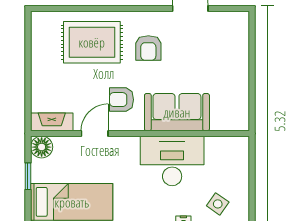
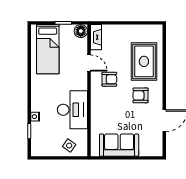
armchair: (121, 100) -> (109, 79), turned 90
sofa: (177, 112) -> (119, 145), moved, turned -90
side table: (218, 204) -> (69, 146), moved

